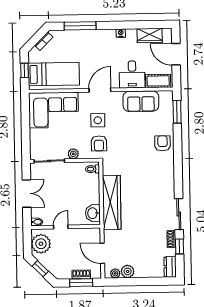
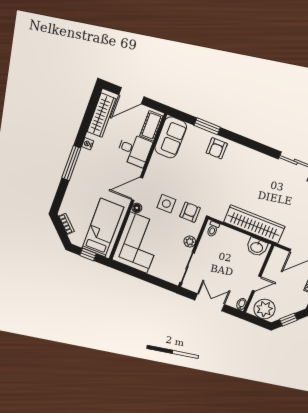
window: (80, 26) -> (71, 163), moved
wardrobe: (150, 36) -> (101, 115), width x1.50
door: (100, 90) -> (137, 189), hinge flipped
floor lamp: (83, 96) -> (137, 208), added
sofa: (141, 101) -> (171, 137), moved
window: (177, 112) -> (207, 126), moved
armchair: (99, 143) -> (190, 212), turned -90
armchair: (162, 143) -> (217, 148), turned -90
door: (61, 227) -> (257, 283), swing flipped

